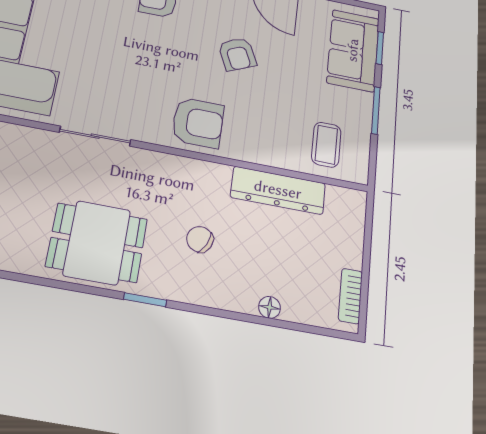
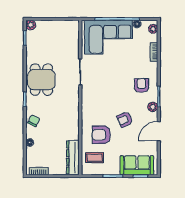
armchair: (198, 123) -> (101, 135), moved, turned 90
dresser: (278, 190) -> (73, 158), moved
chair: (200, 239) -> (34, 121), moved

